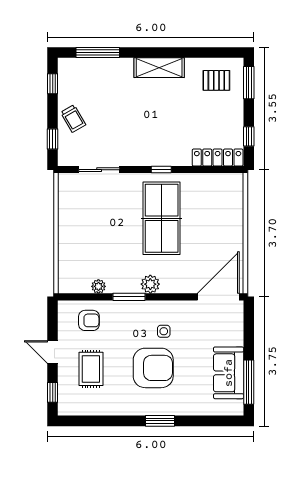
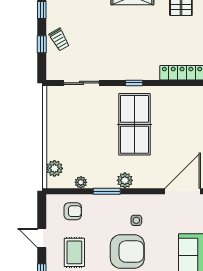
window: (53, 139) -> (42, 44), moved
plant: (67, 270) -> (54, 168), added

